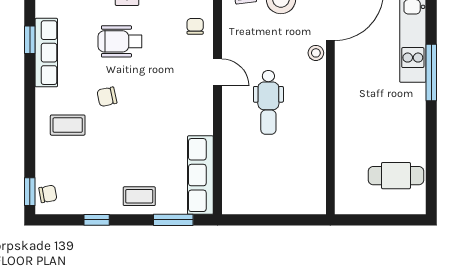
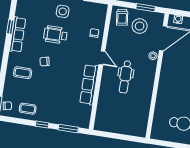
row of seats: (200, 175) -> (89, 85), moved
coffee table: (139, 196) -> (28, 109), moved
window: (97, 220) -> (42, 125), moved

